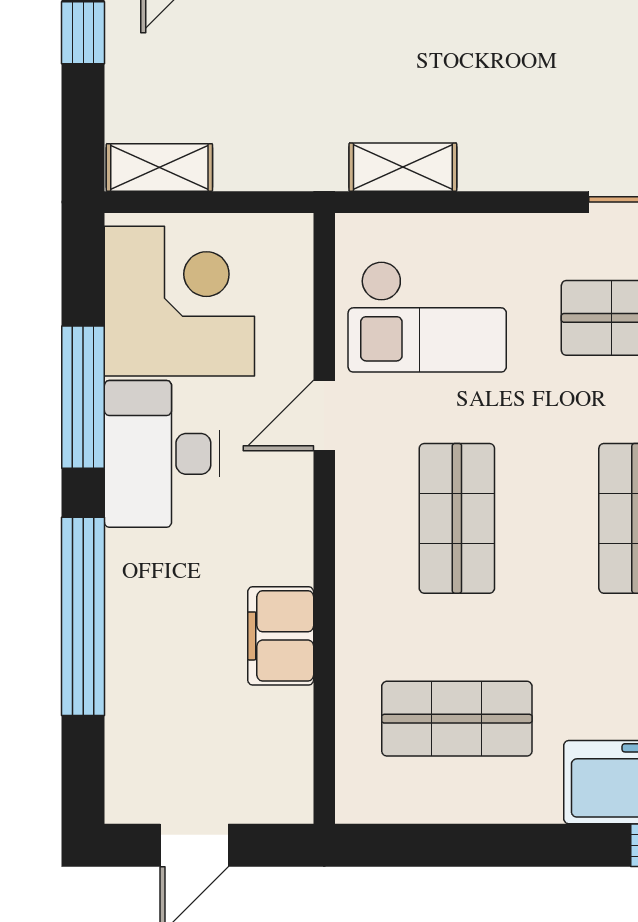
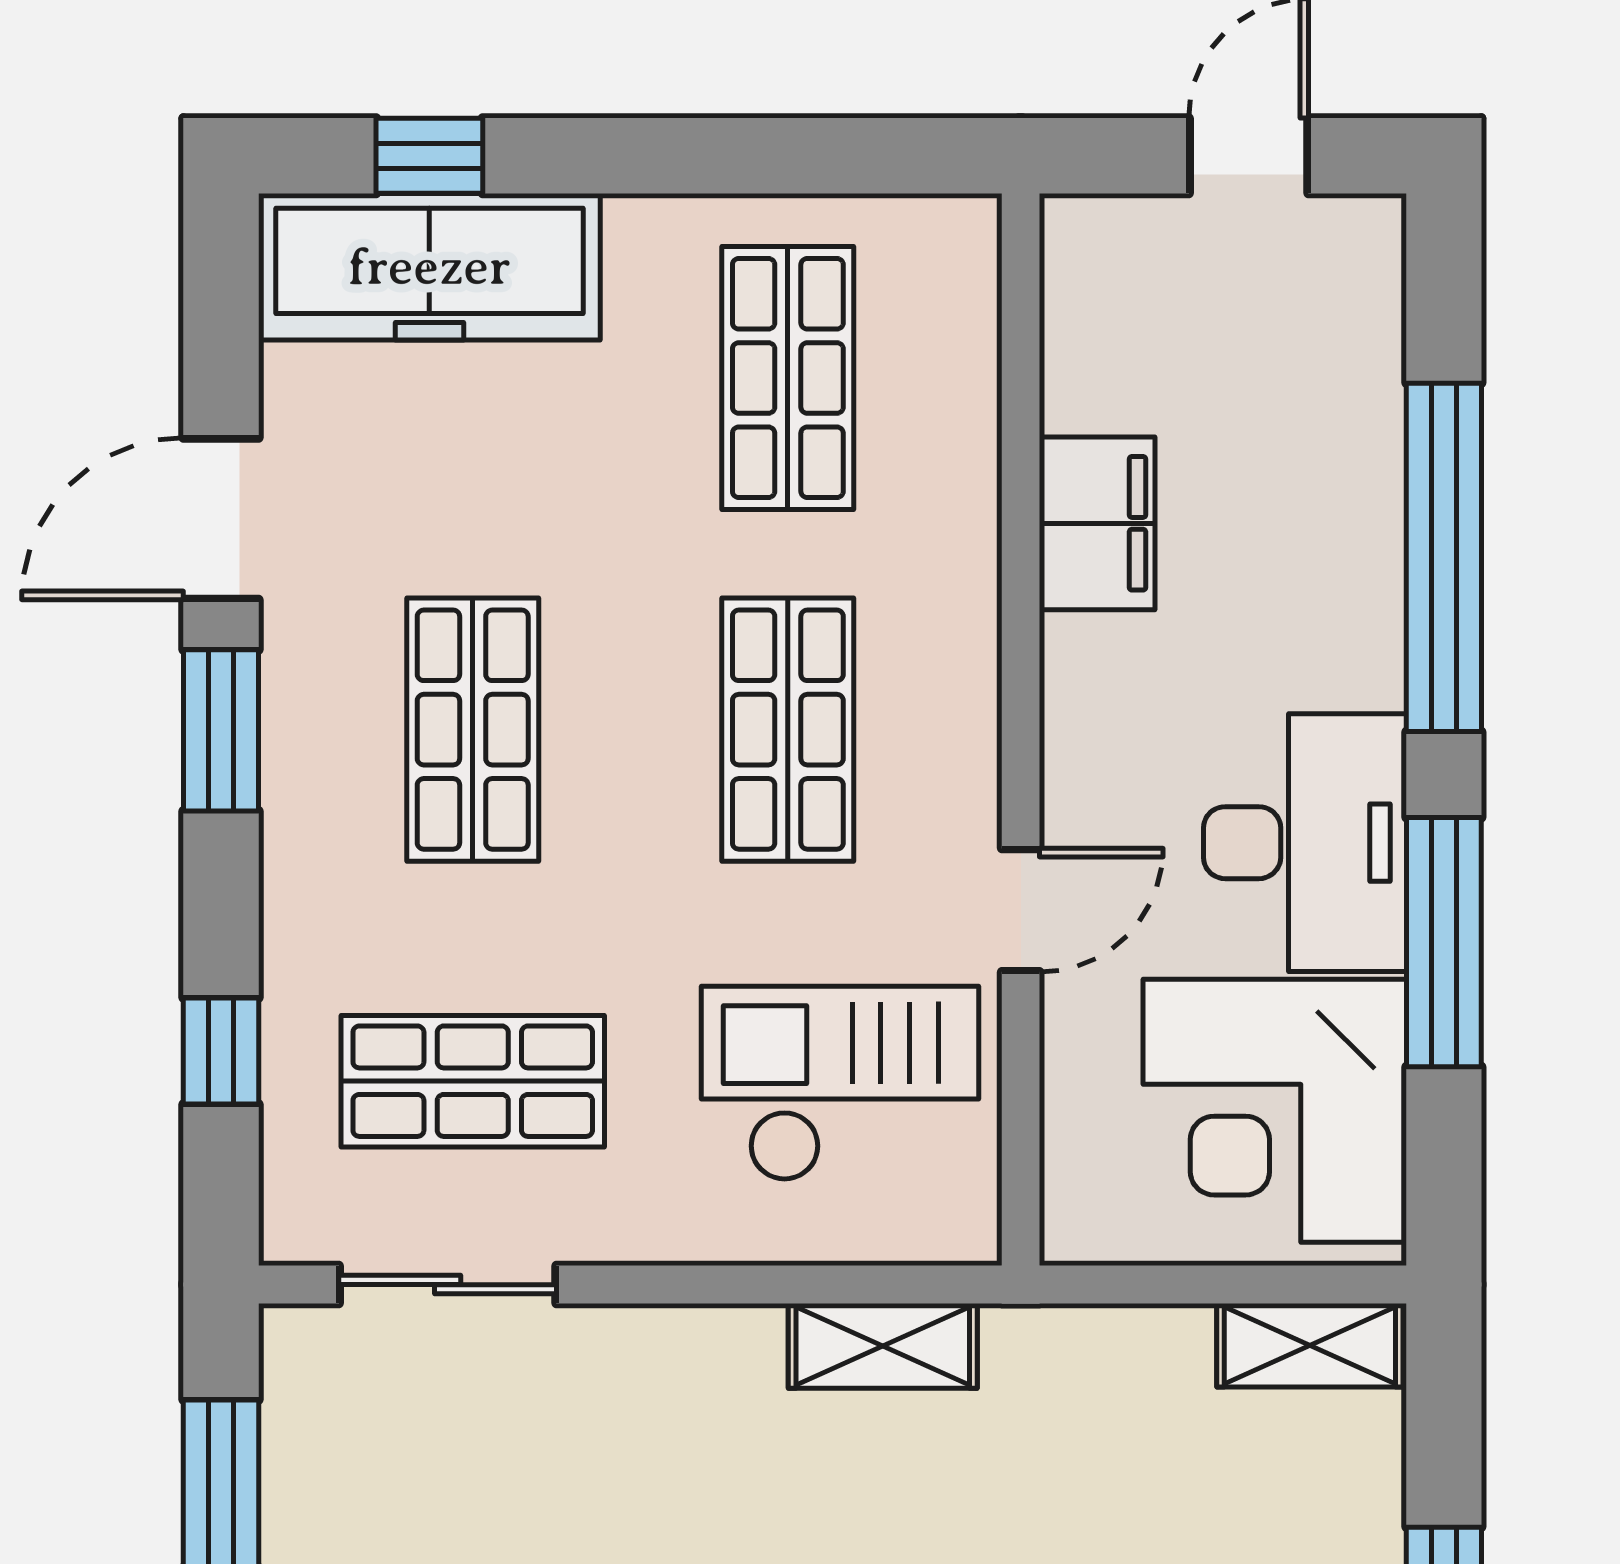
shop shelf: (457, 719) -> (788, 378), turned 90

